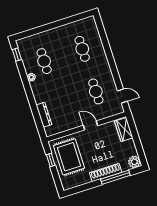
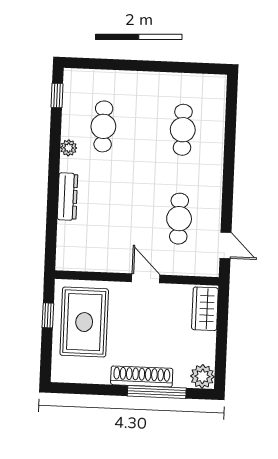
dresser: (44, 115) -> (67, 197), moved

